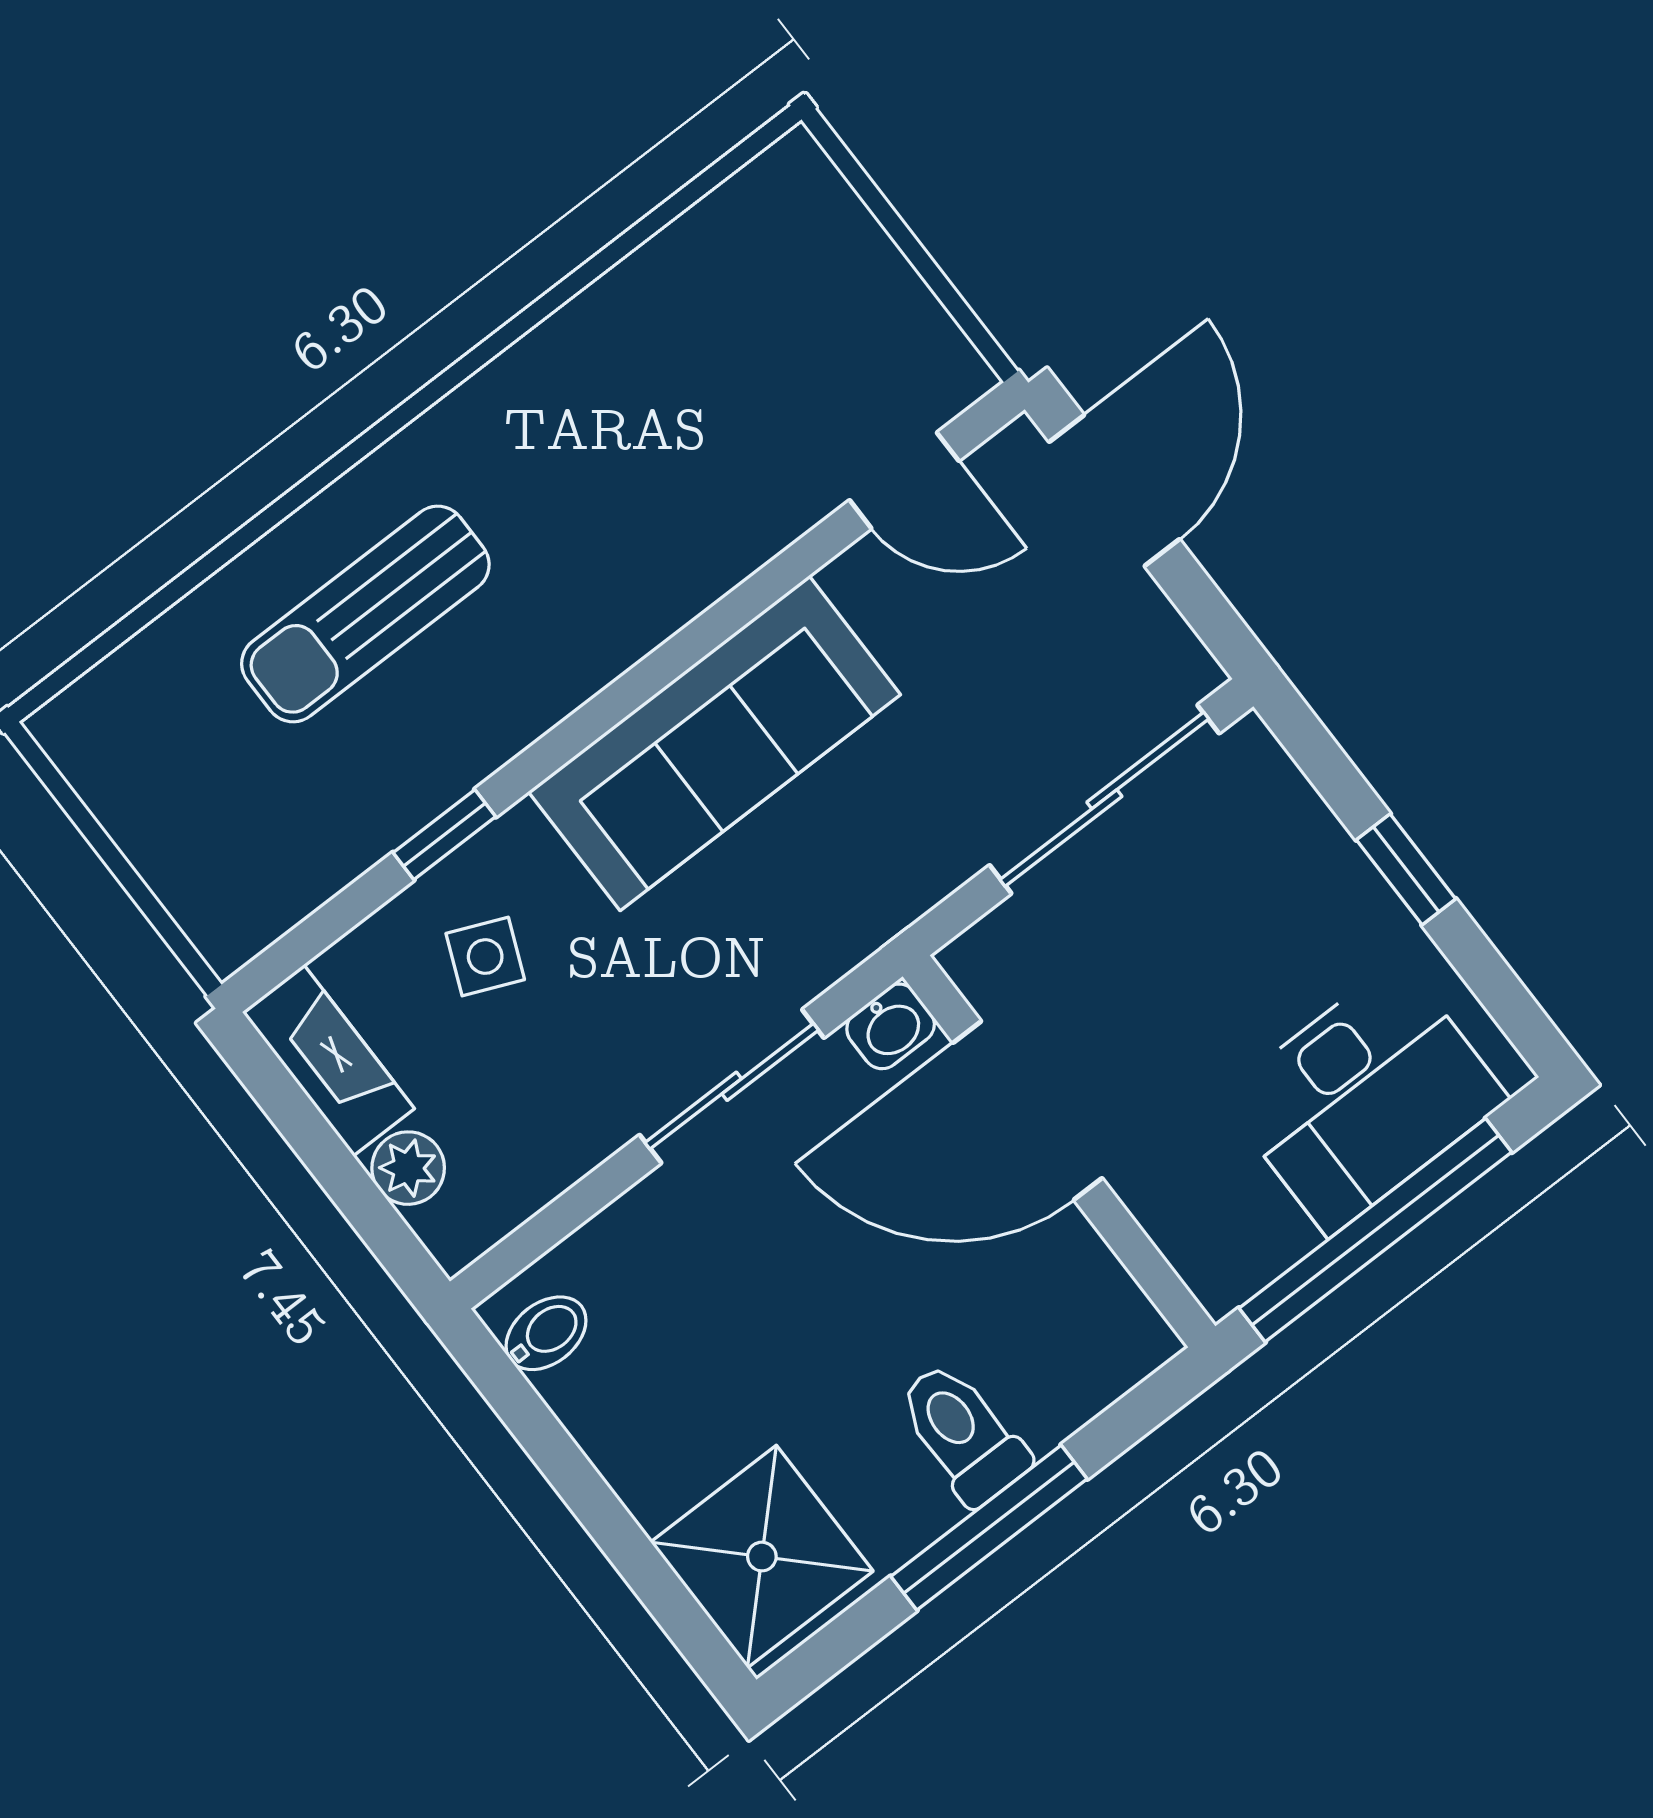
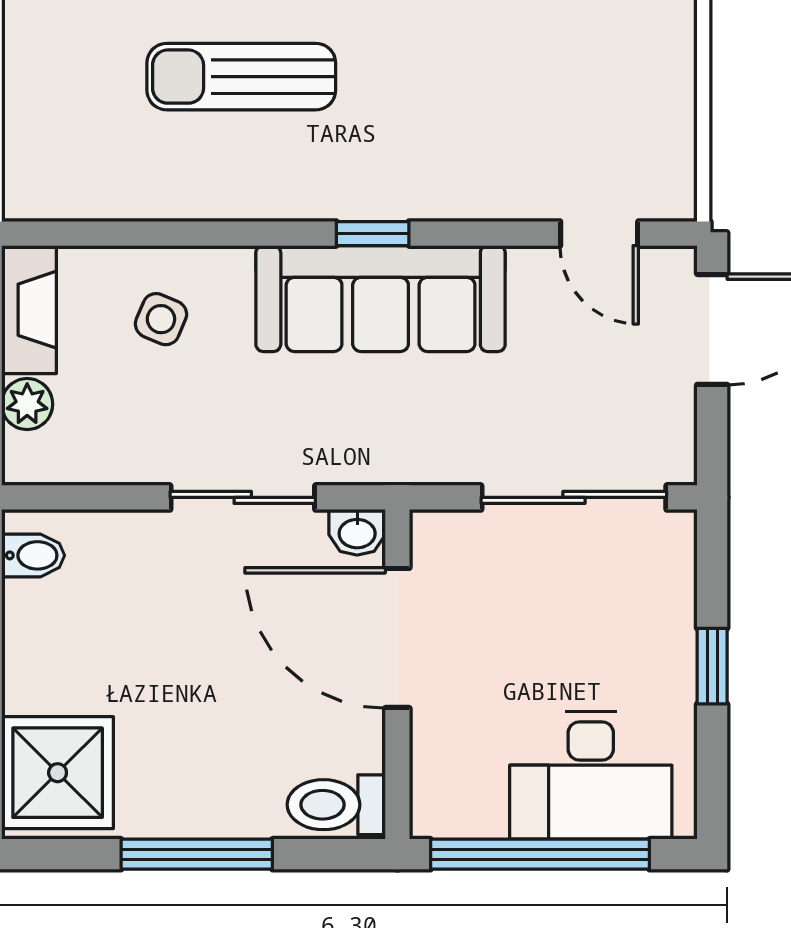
window: (444, 835) -> (373, 234), moved
toilet: (963, 1433) -> (336, 805), moved, turned -90

